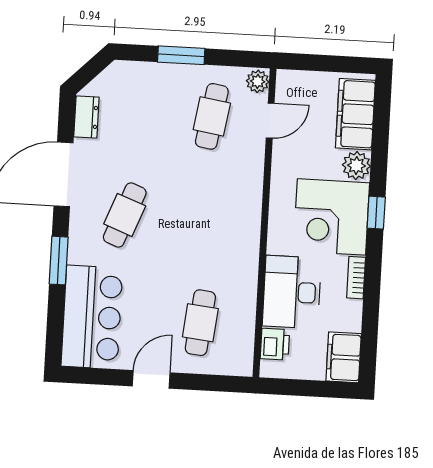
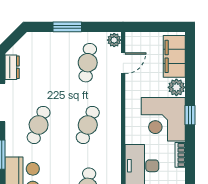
cafe table: (206, 220) -> (88, 125), added

